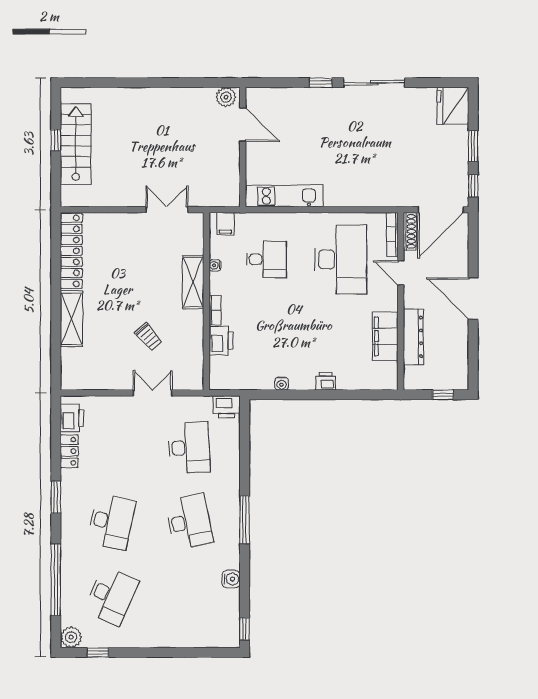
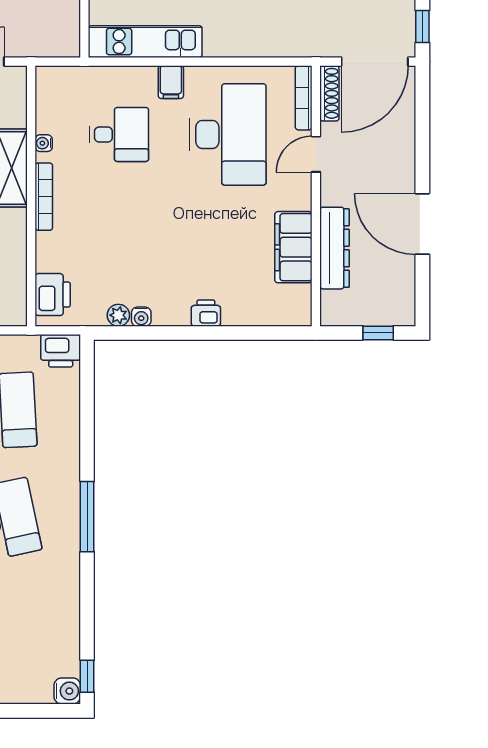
filing cabinet: (225, 224) -> (171, 82), moved
door: (401, 273) -> (316, 154), hinge flipped
door: (473, 299) -> (422, 224), moved
bookcase: (215, 310) -> (44, 197), width x1.56
printer: (221, 341) -> (53, 295), moved
plant: (266, 383) -> (118, 315), added
water cooler: (231, 579) -> (67, 691), moved

